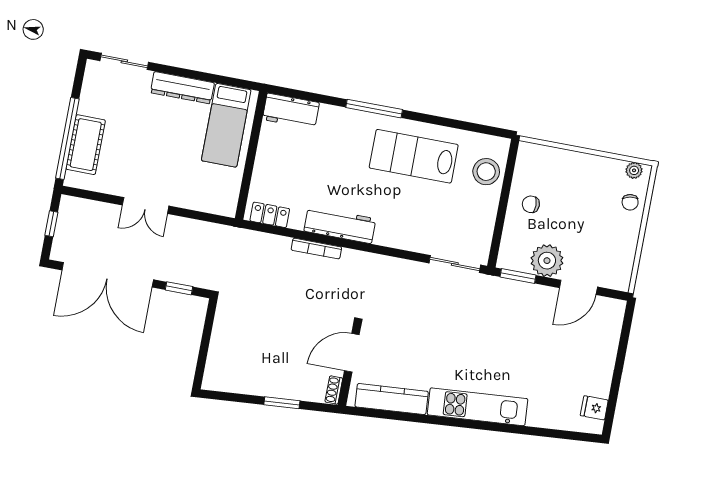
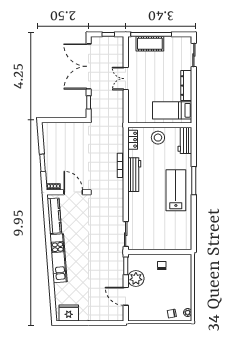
lab bench: (414, 156) -> (176, 190), moved
stool: (486, 172) -> (158, 138), moved
fridge: (594, 408) -> (69, 313), width x1.88, depth x1.34

